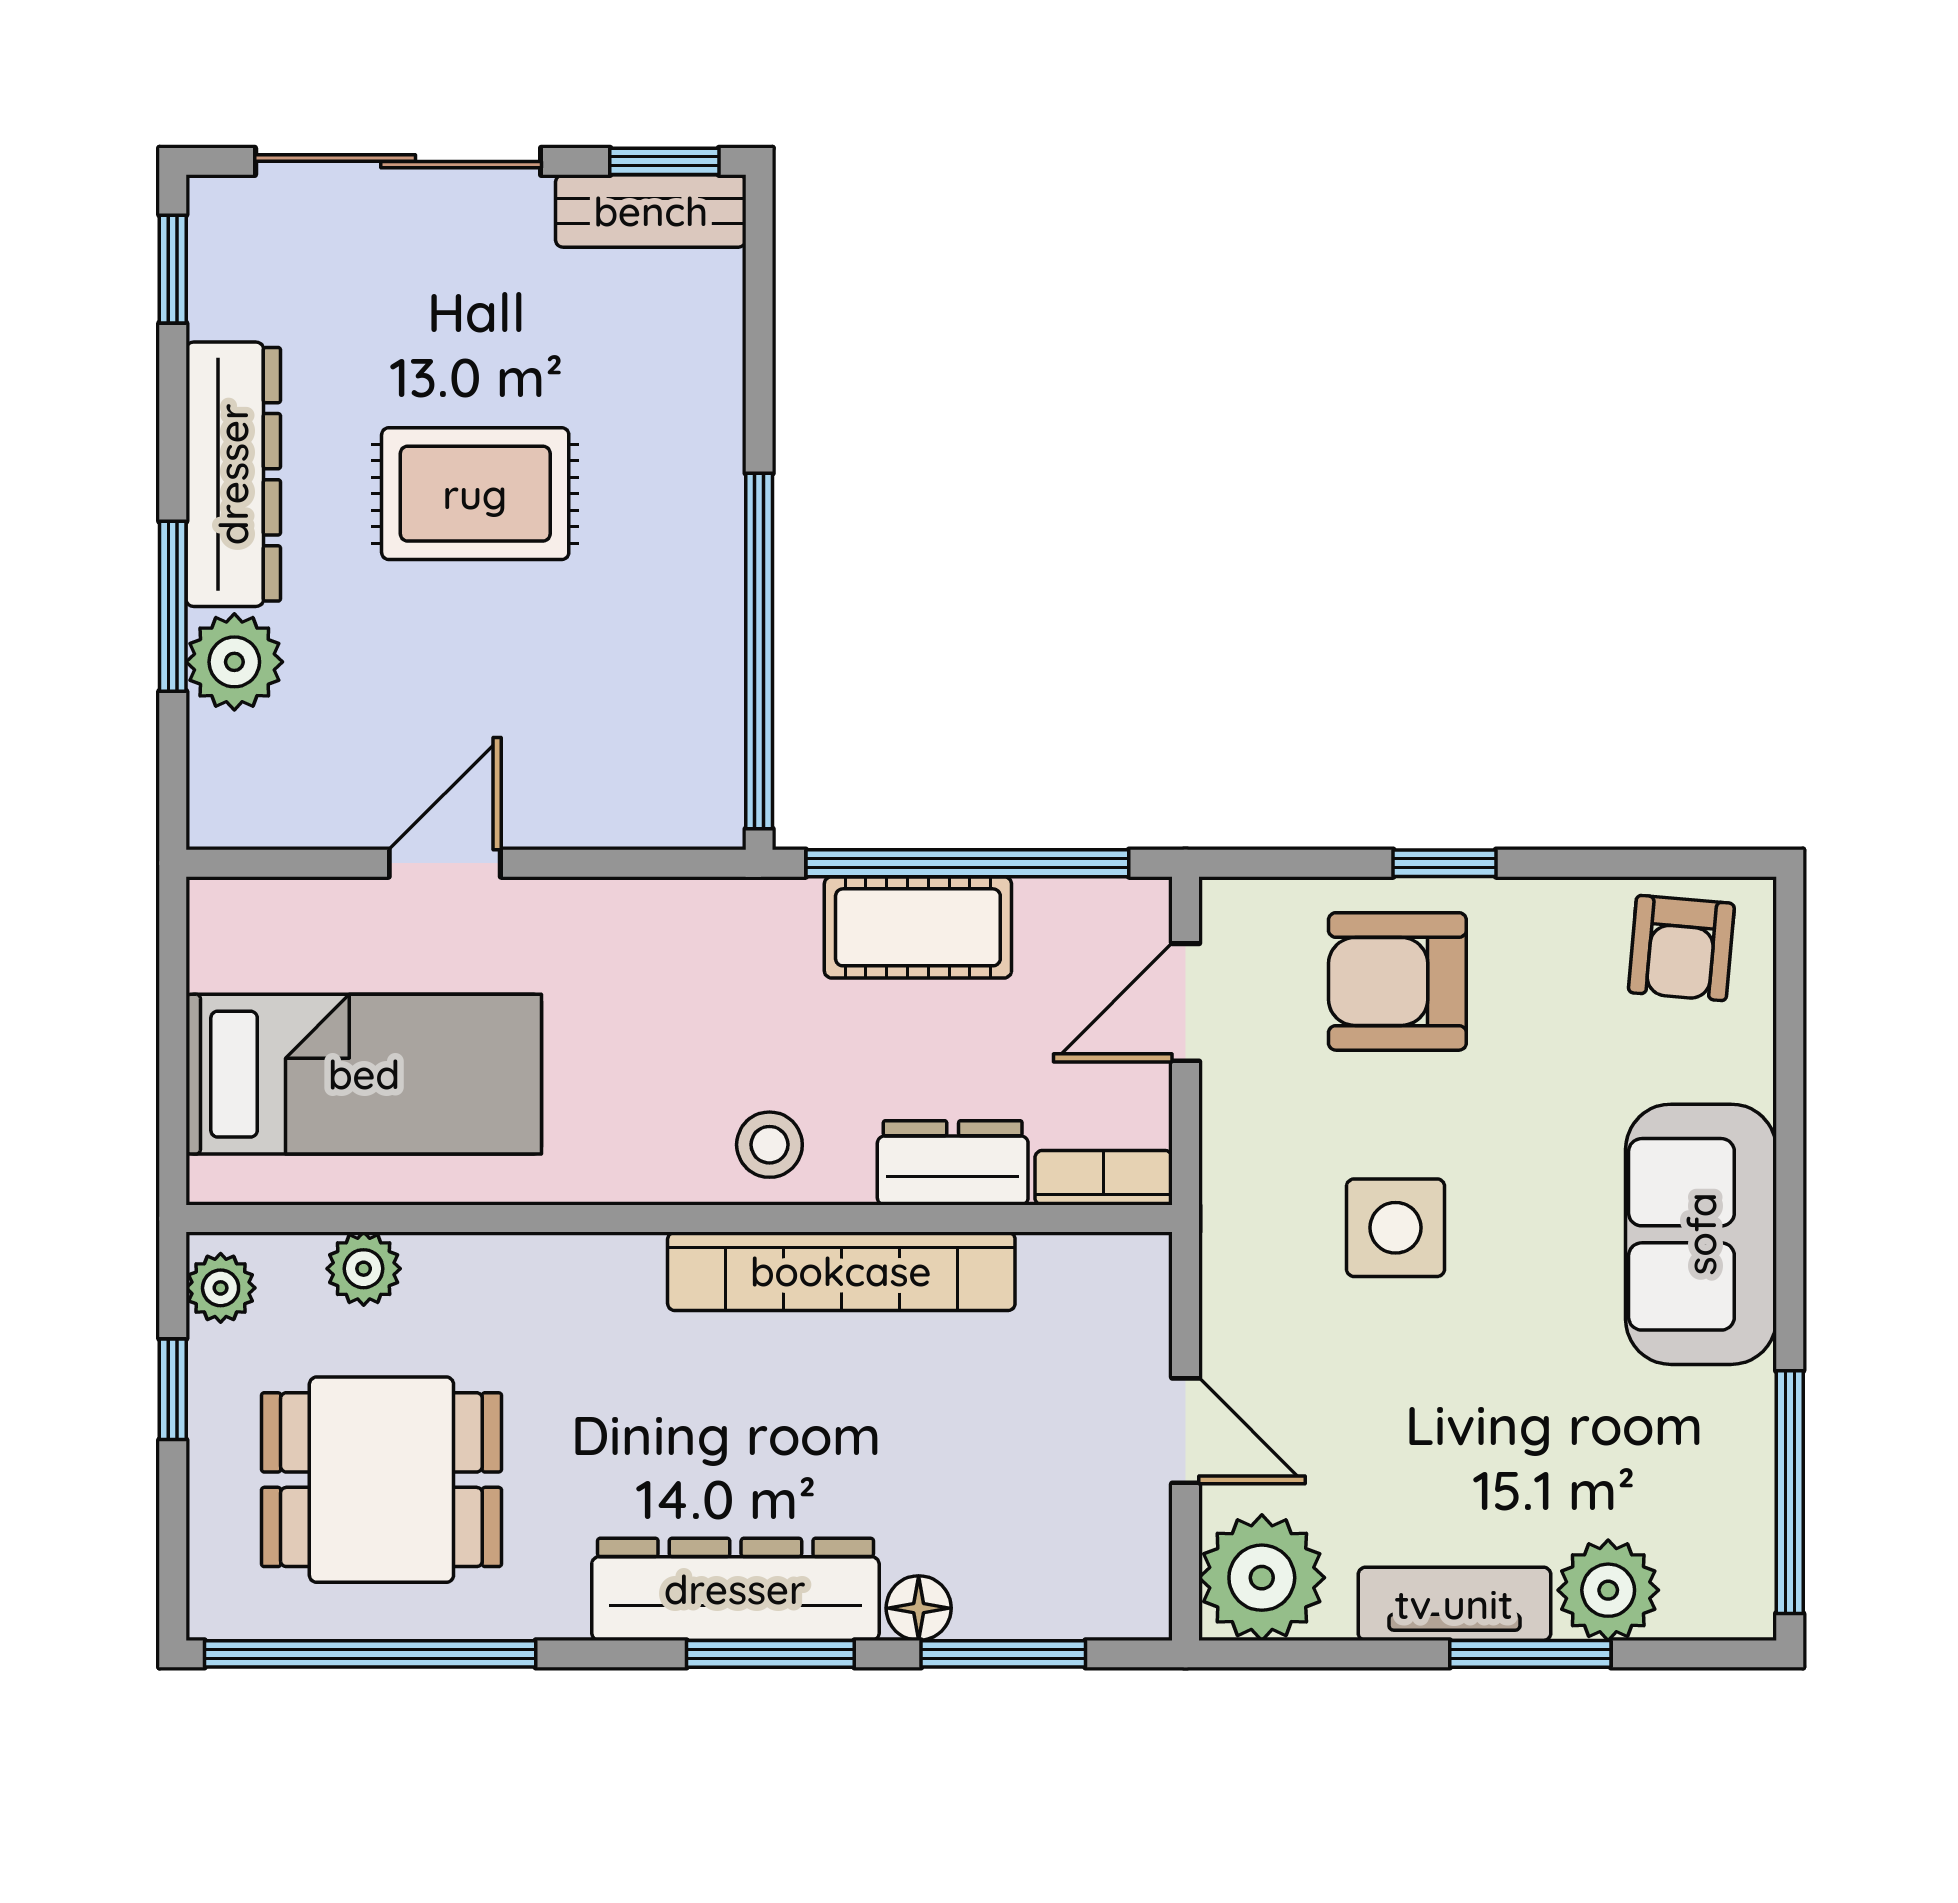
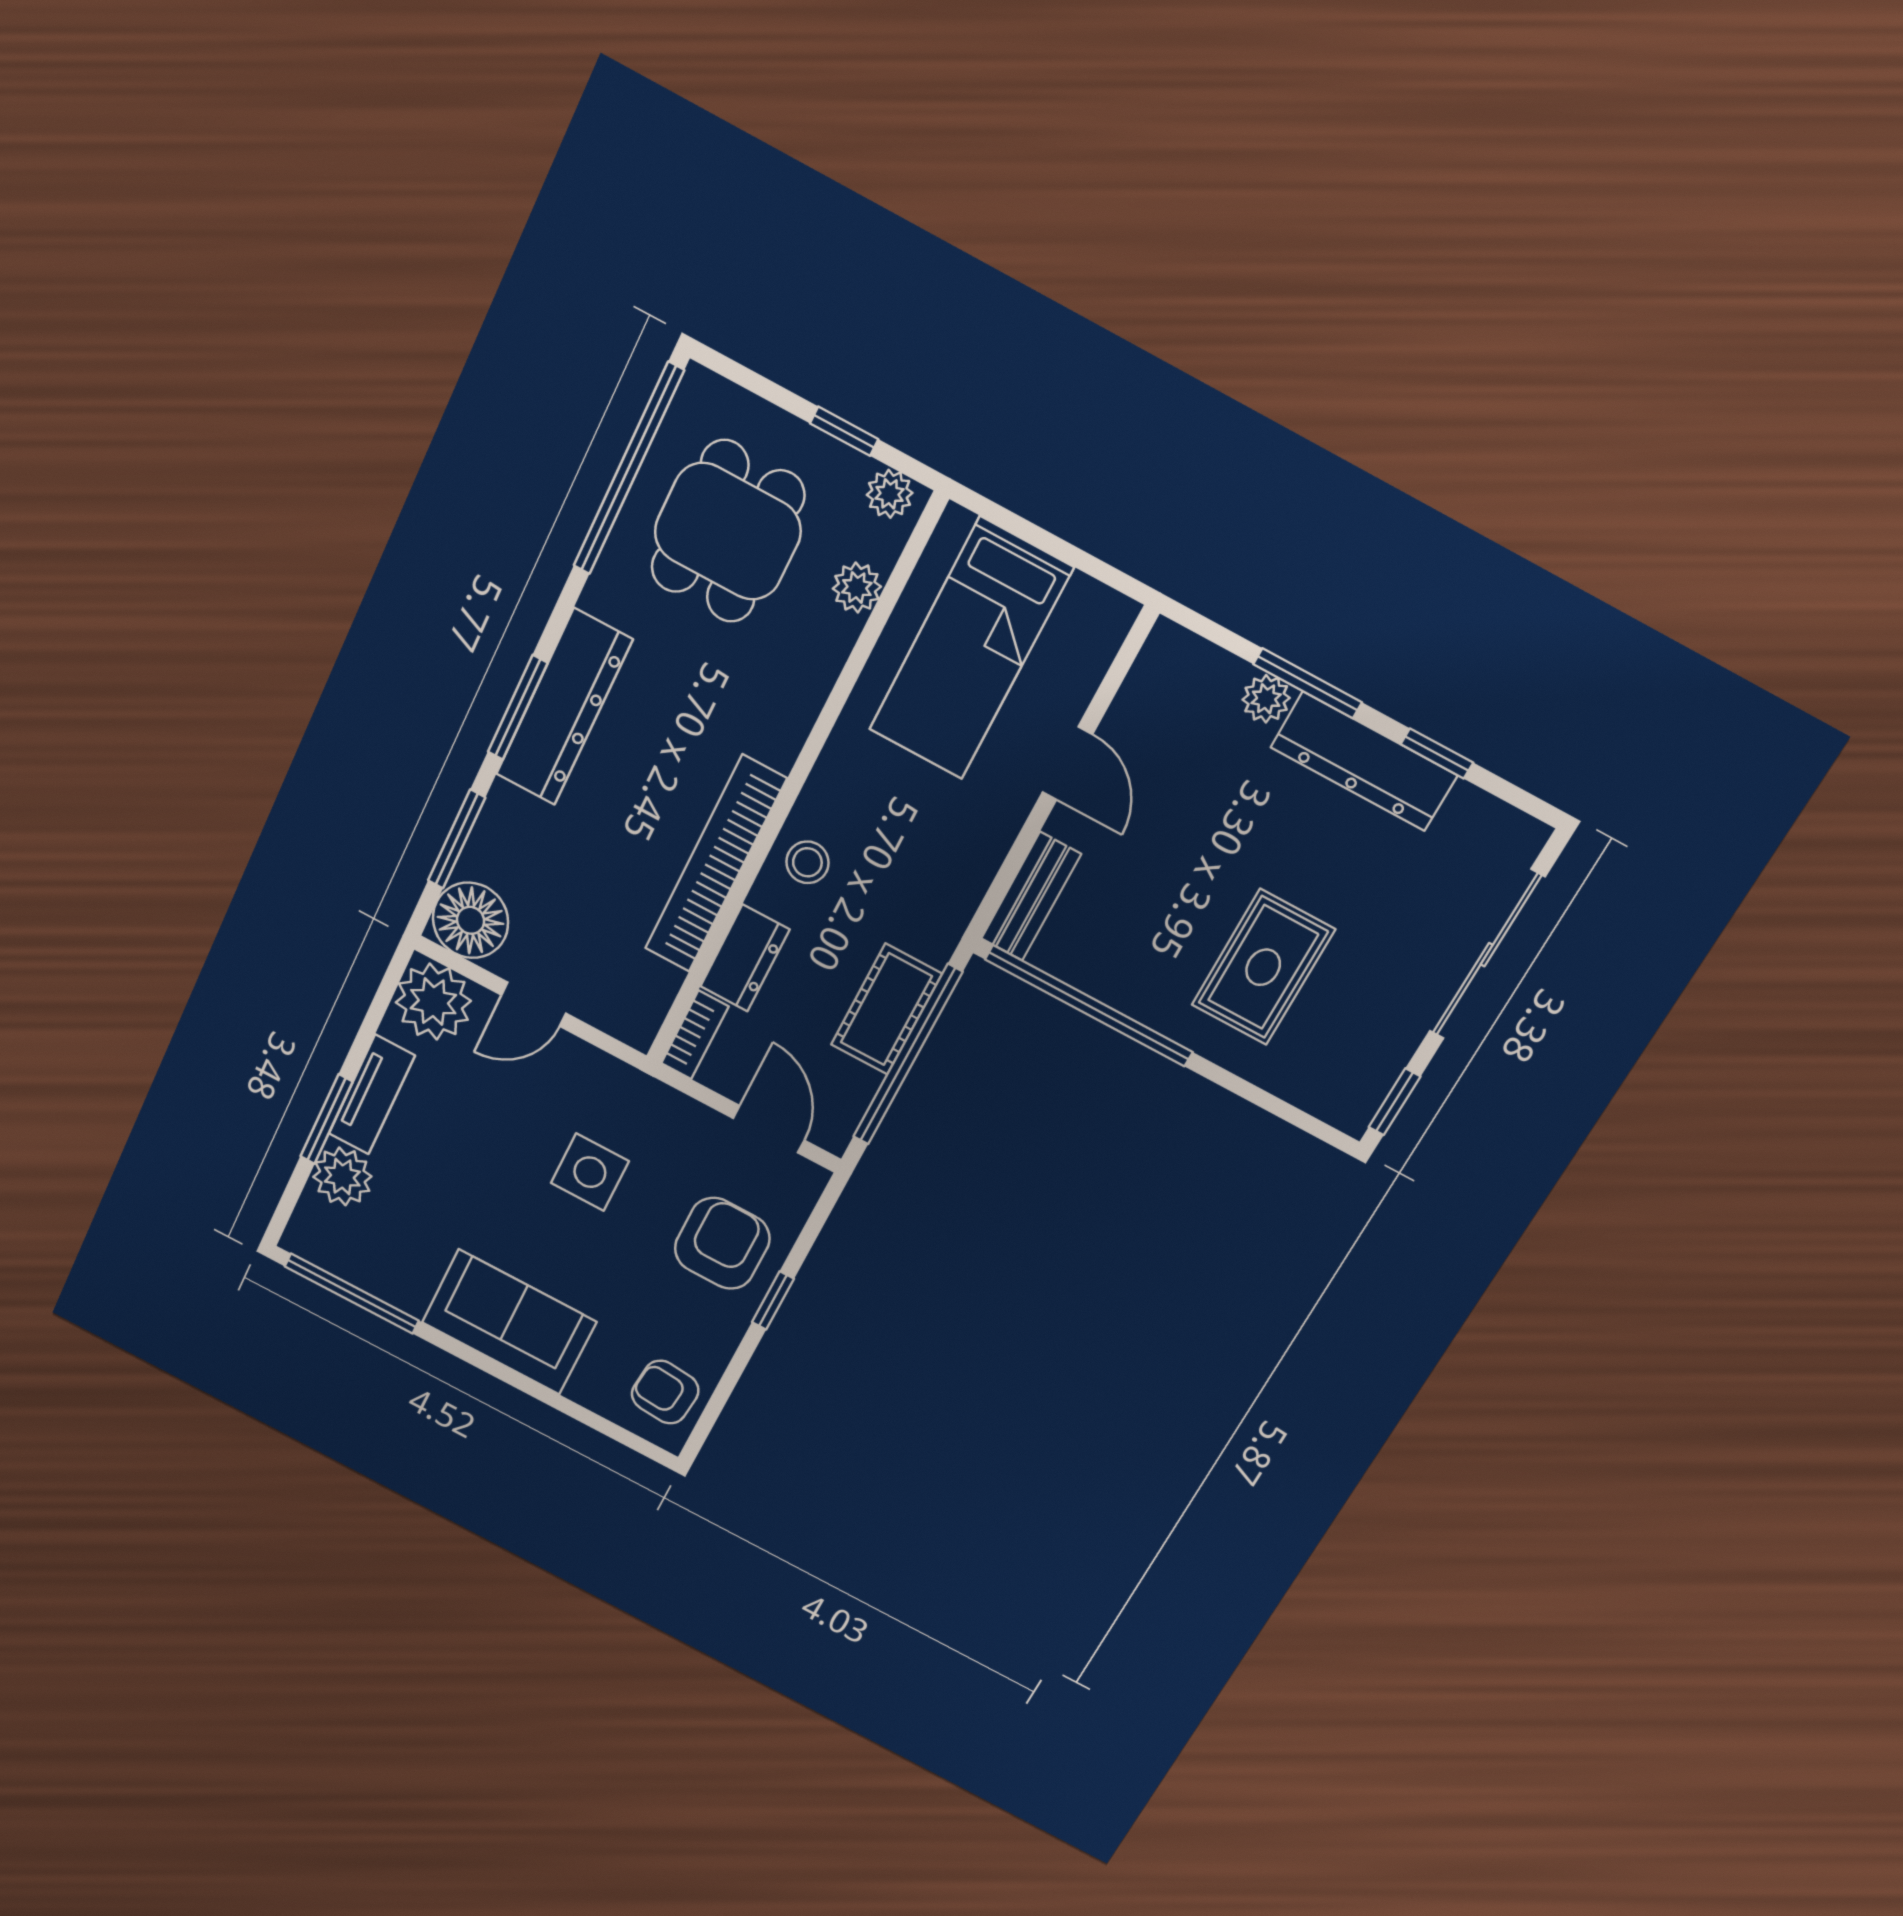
bench: (651, 211) -> (1031, 896), moved
window: (173, 269) -> (1437, 753), moved
rug: (475, 494) -> (1263, 967), moved
plant: (234, 662) -> (1266, 699), width x0.73, depth x0.73
floor lamp: (919, 1608) -> (471, 920), moved, width x1.89, depth x1.89

